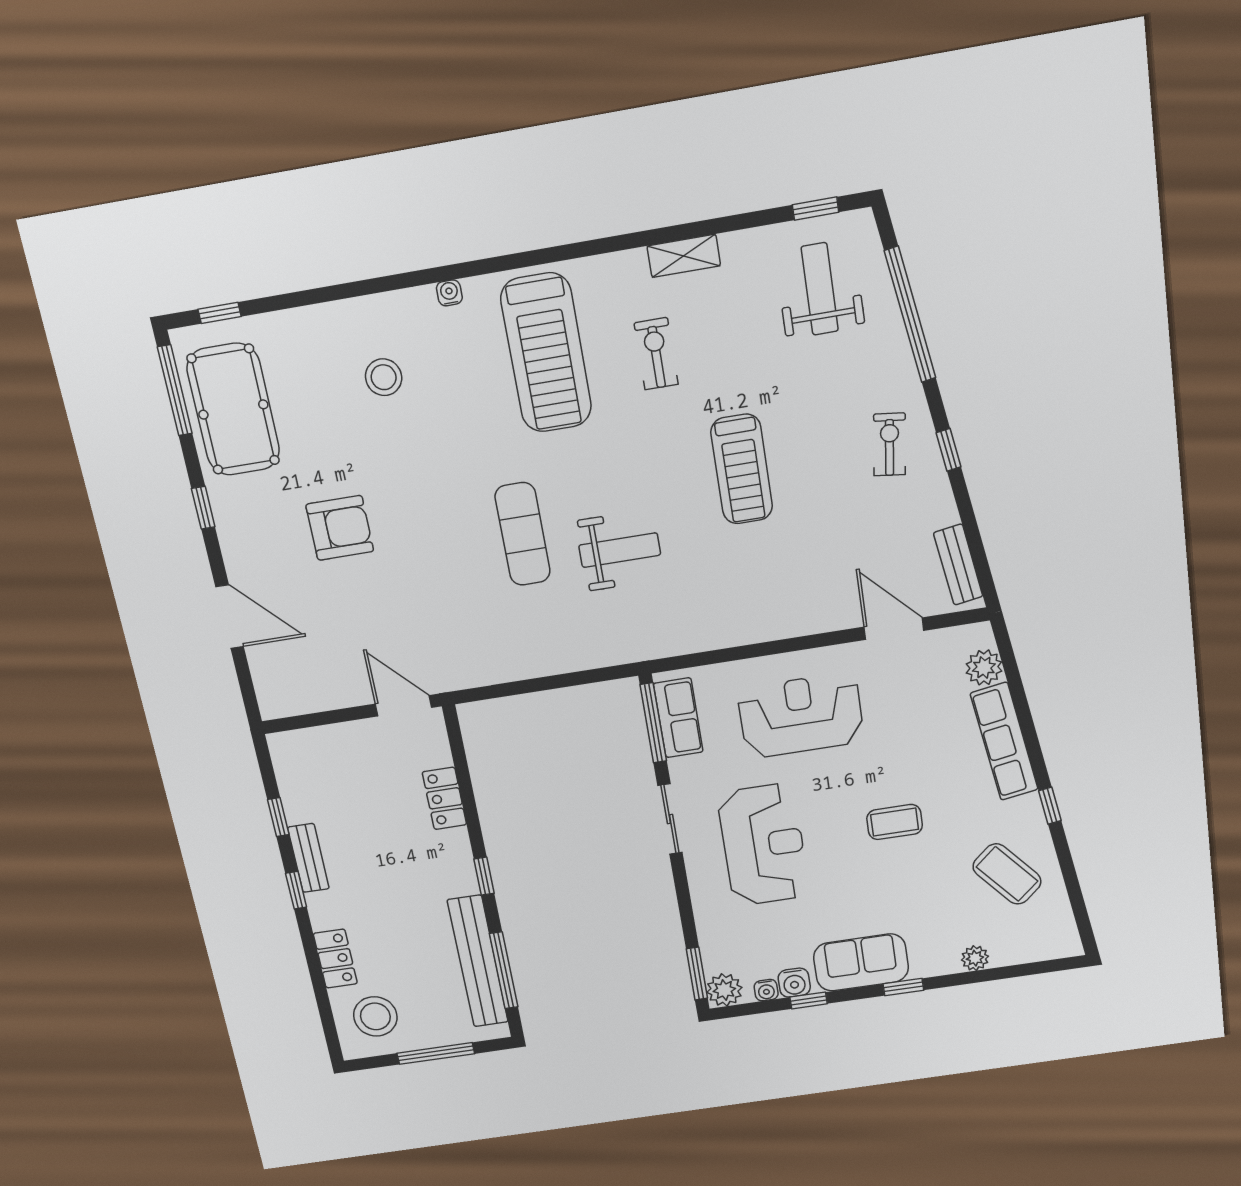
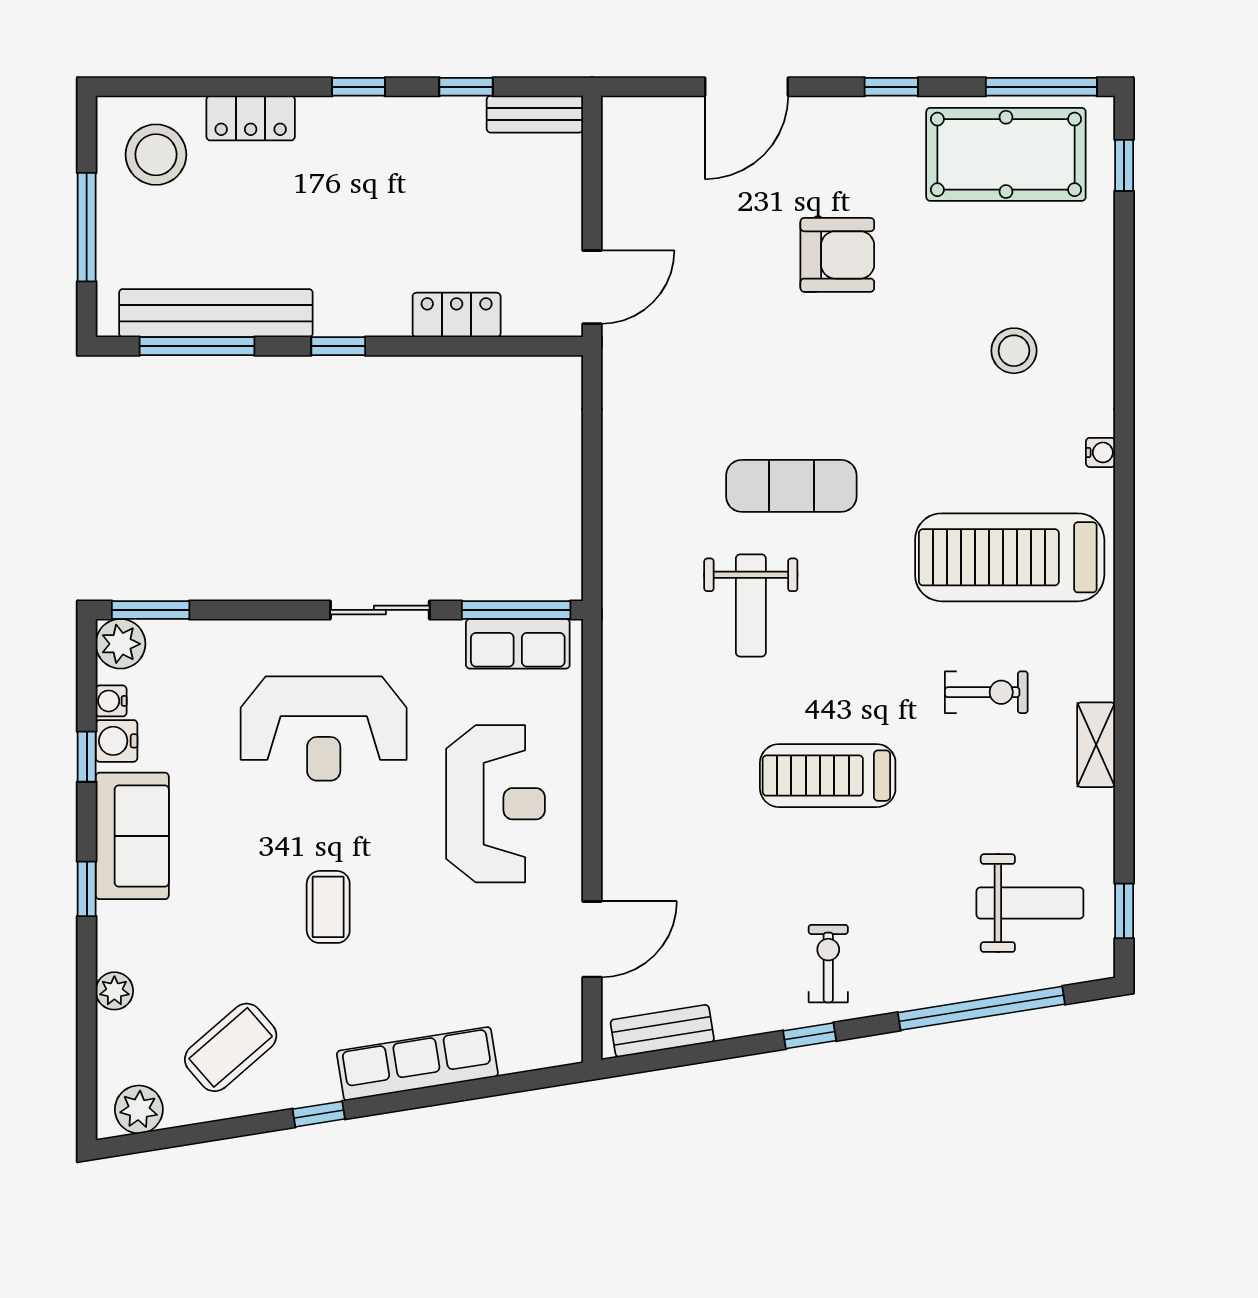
exercise bike: (890, 444) -> (828, 964), turned -97
armchair: (340, 528) -> (837, 255), turned -90
plant: (984, 667) -> (139, 1109), moved
bench: (308, 858) -> (535, 114), moved

